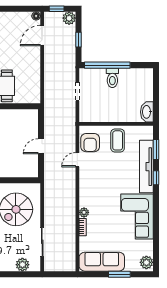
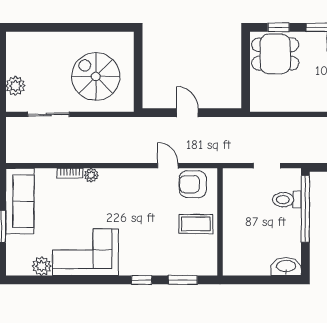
toilet: (112, 78) -> (287, 200), moved
washbasin: (147, 112) -> (286, 267), moved
tv unit: (146, 167) -> (158, 266), removed
plant: (146, 262) -> (42, 266), moved

